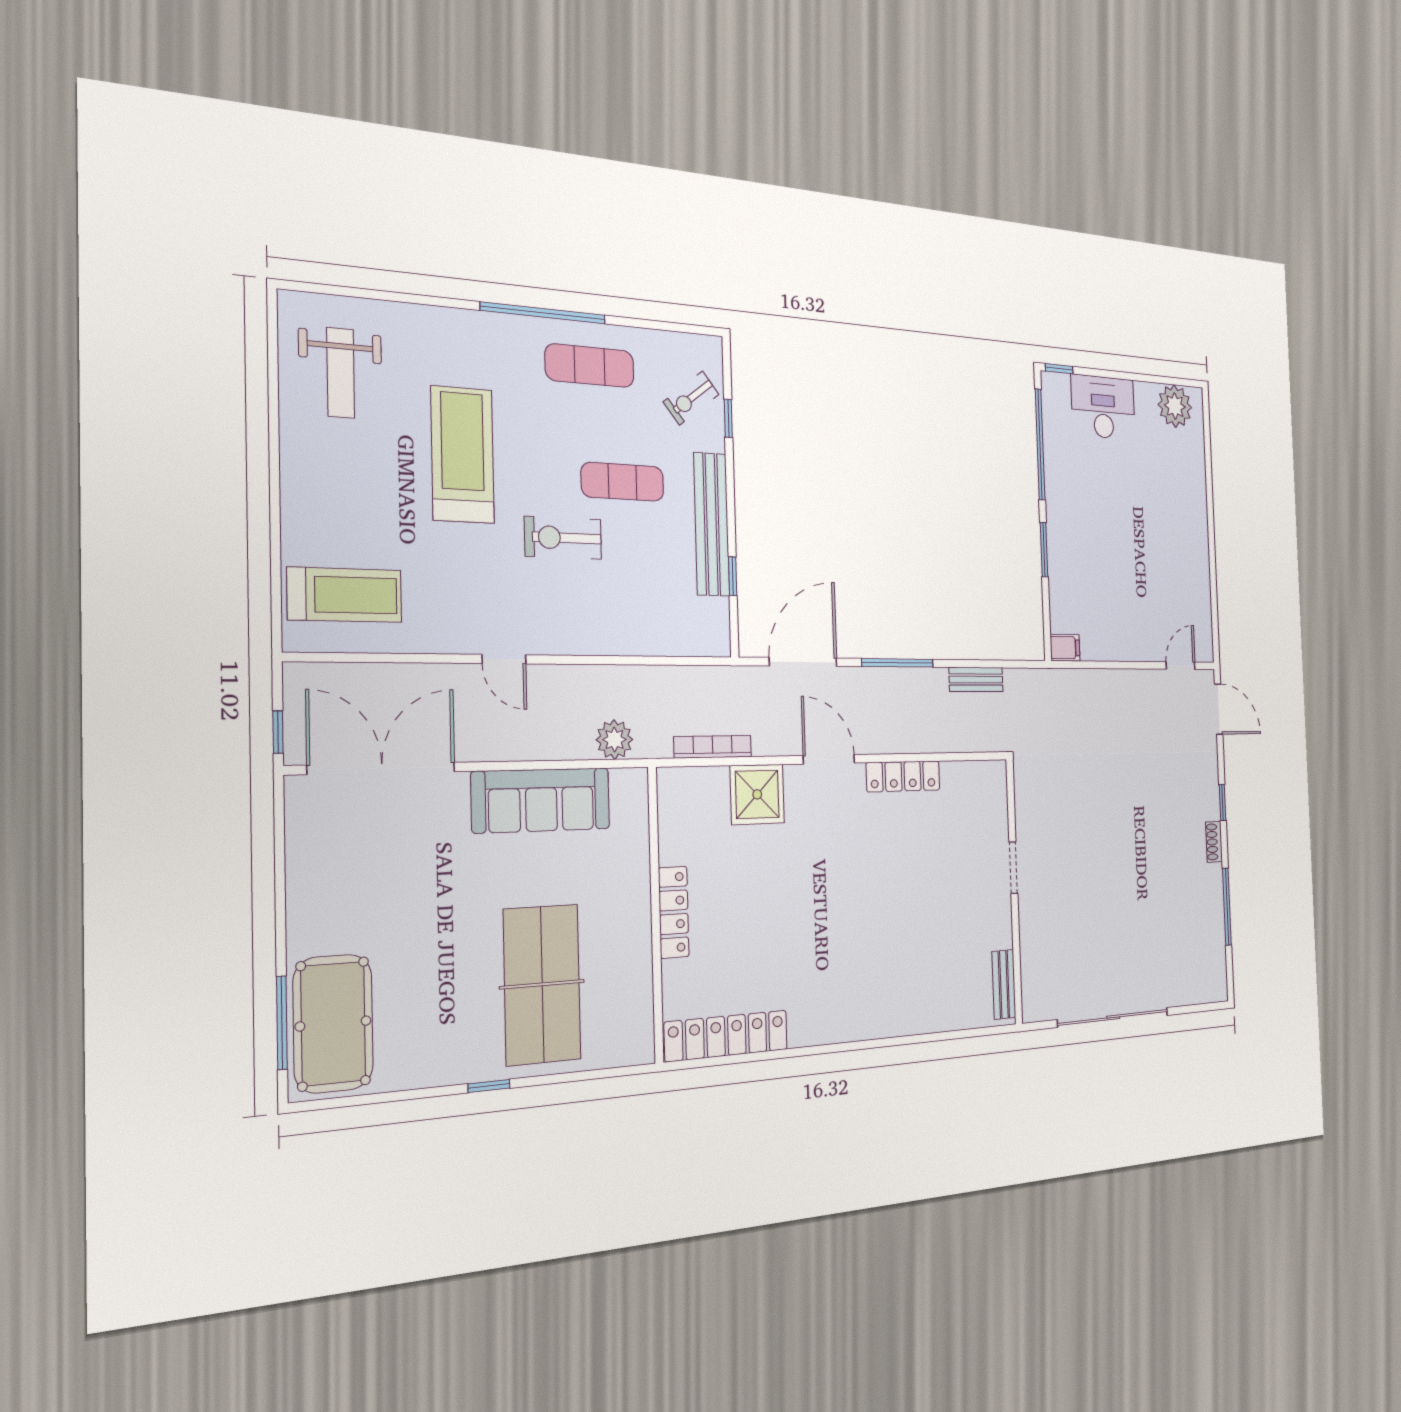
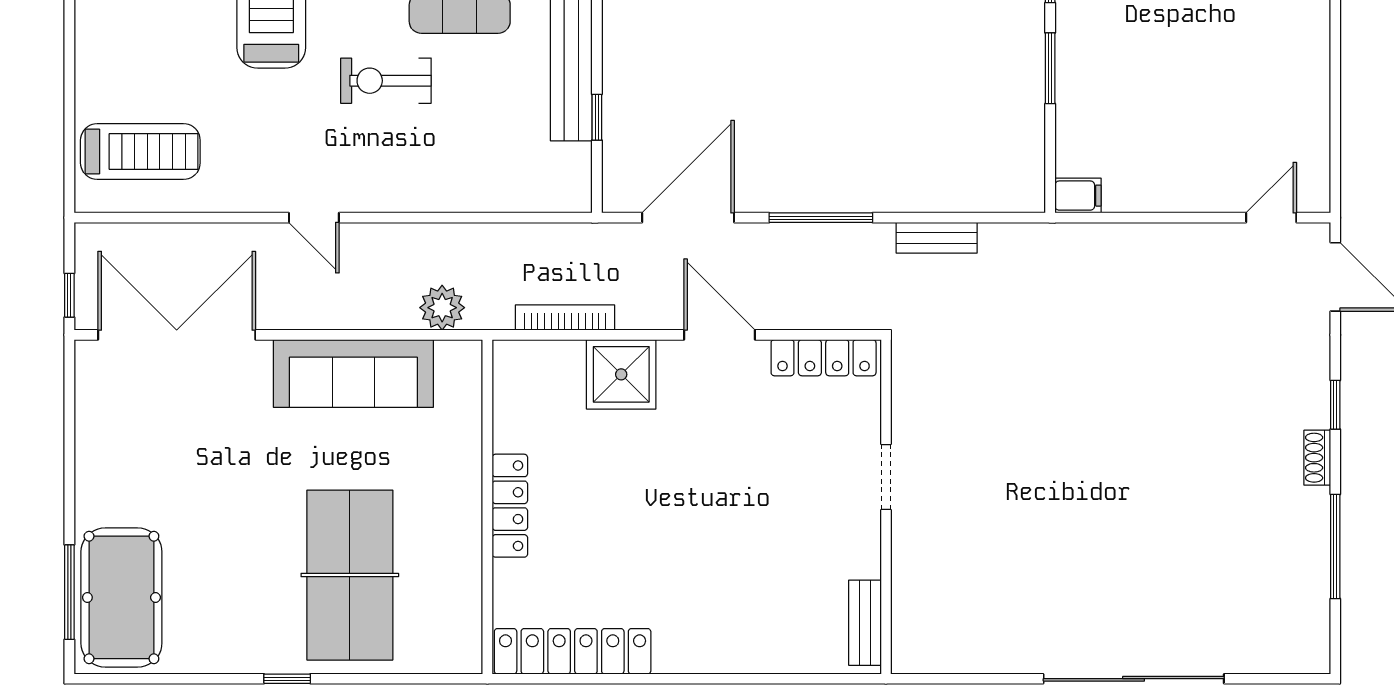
doorway: (1013, 868) -> (886, 477), moved
wall: (1014, 891) -> (886, 507), moved
bench: (1004, 984) -> (865, 623), moved

